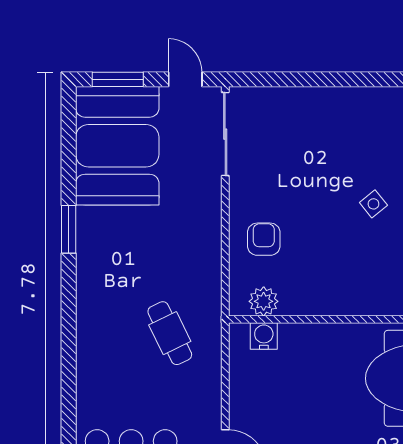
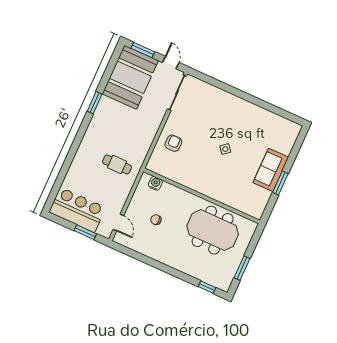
plant: (264, 301) -> (162, 169), removed
cafe table: (170, 333) -> (117, 164), turned -64
chair: (298, 409) -> (156, 220), added

